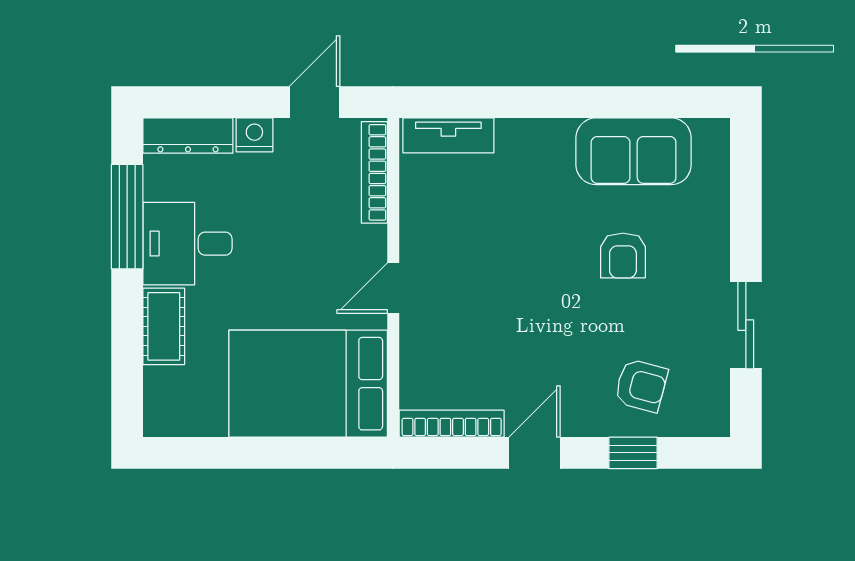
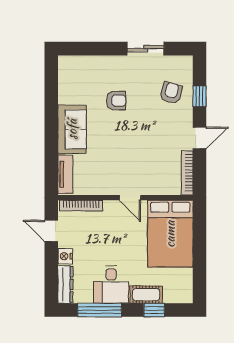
sofa: (634, 151) -> (72, 129), moved
window: (127, 346) -> (154, 310), added
door: (535, 453) -> (200, 138), swing flipped

